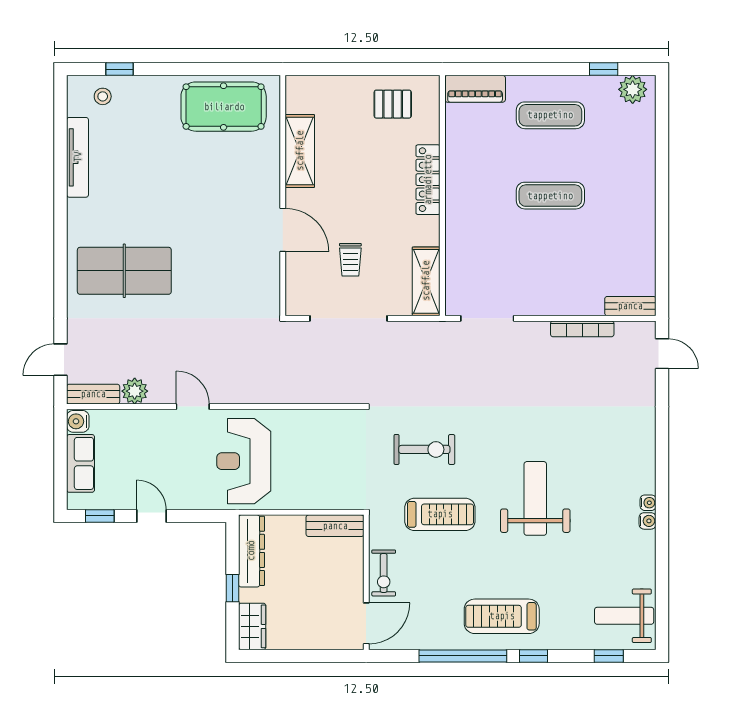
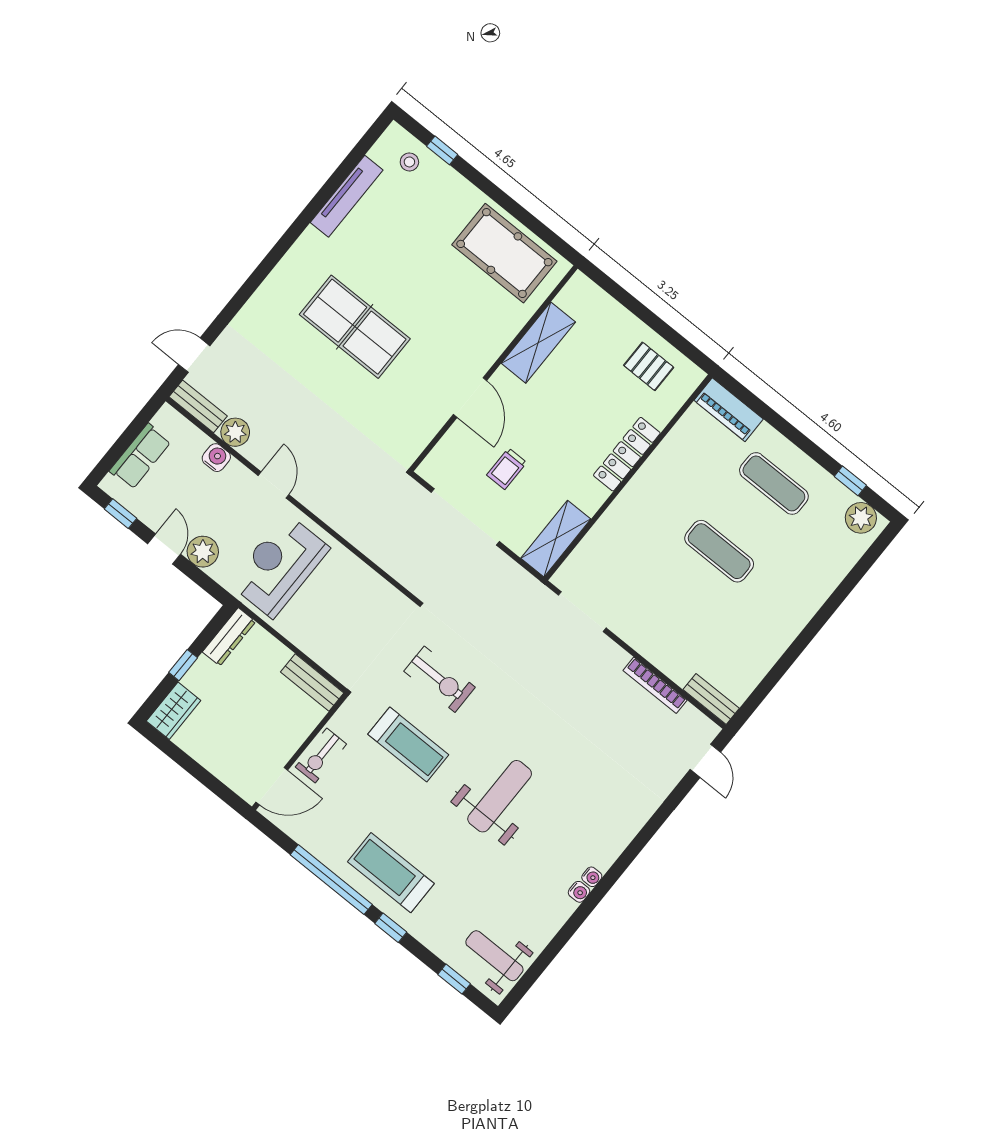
table tennis table: (124, 271) -> (355, 327), moved
water cooler: (78, 421) -> (216, 458), moved, turned 90
plant: (181, 495) -> (203, 552), added
dresser: (251, 551) -> (229, 637), width x0.73, depth x0.80

